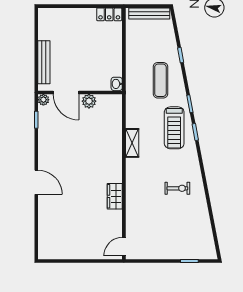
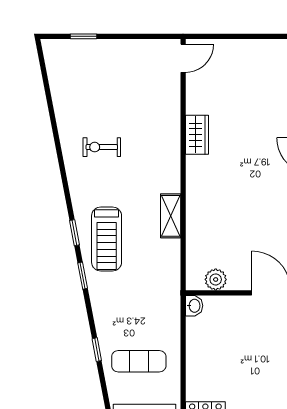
exercise mat: (160, 80) -> (139, 361), moved, turned 90
plant: (89, 101) -> (216, 279), moved
treadmill: (174, 128) -> (107, 239), turned 180

